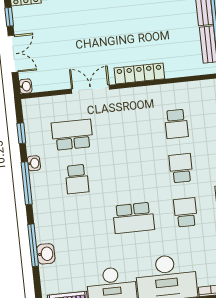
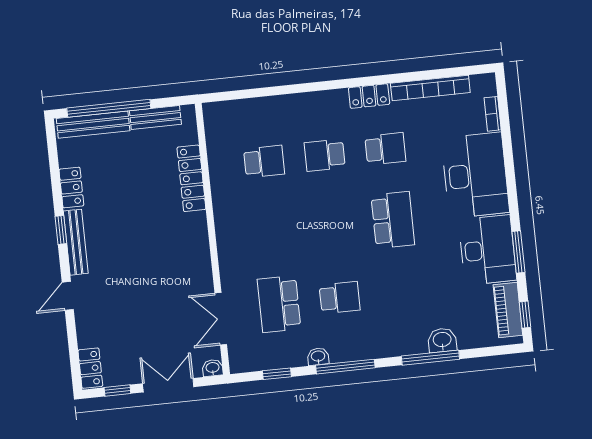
locker: (139, 73) -> (191, 178), moved
double door: (90, 89) -> (221, 319), moved
school desk: (186, 212) -> (385, 149), turned 180

